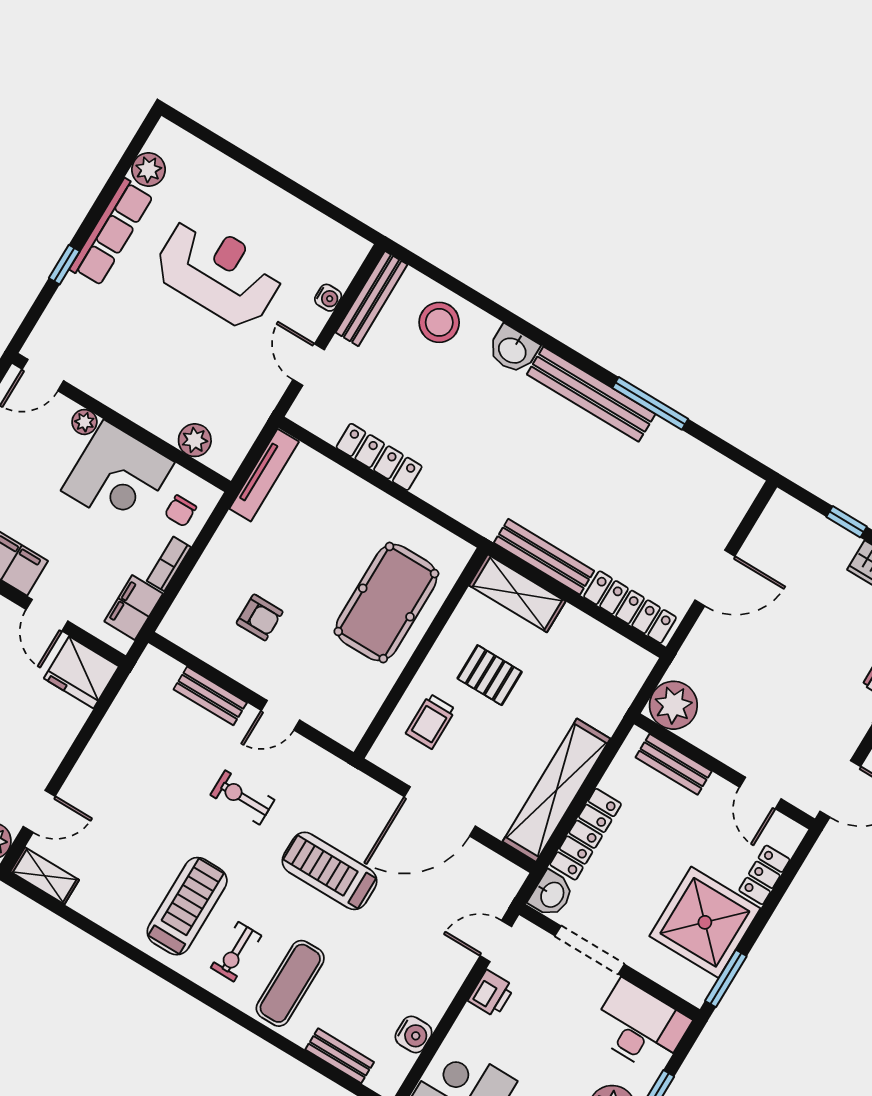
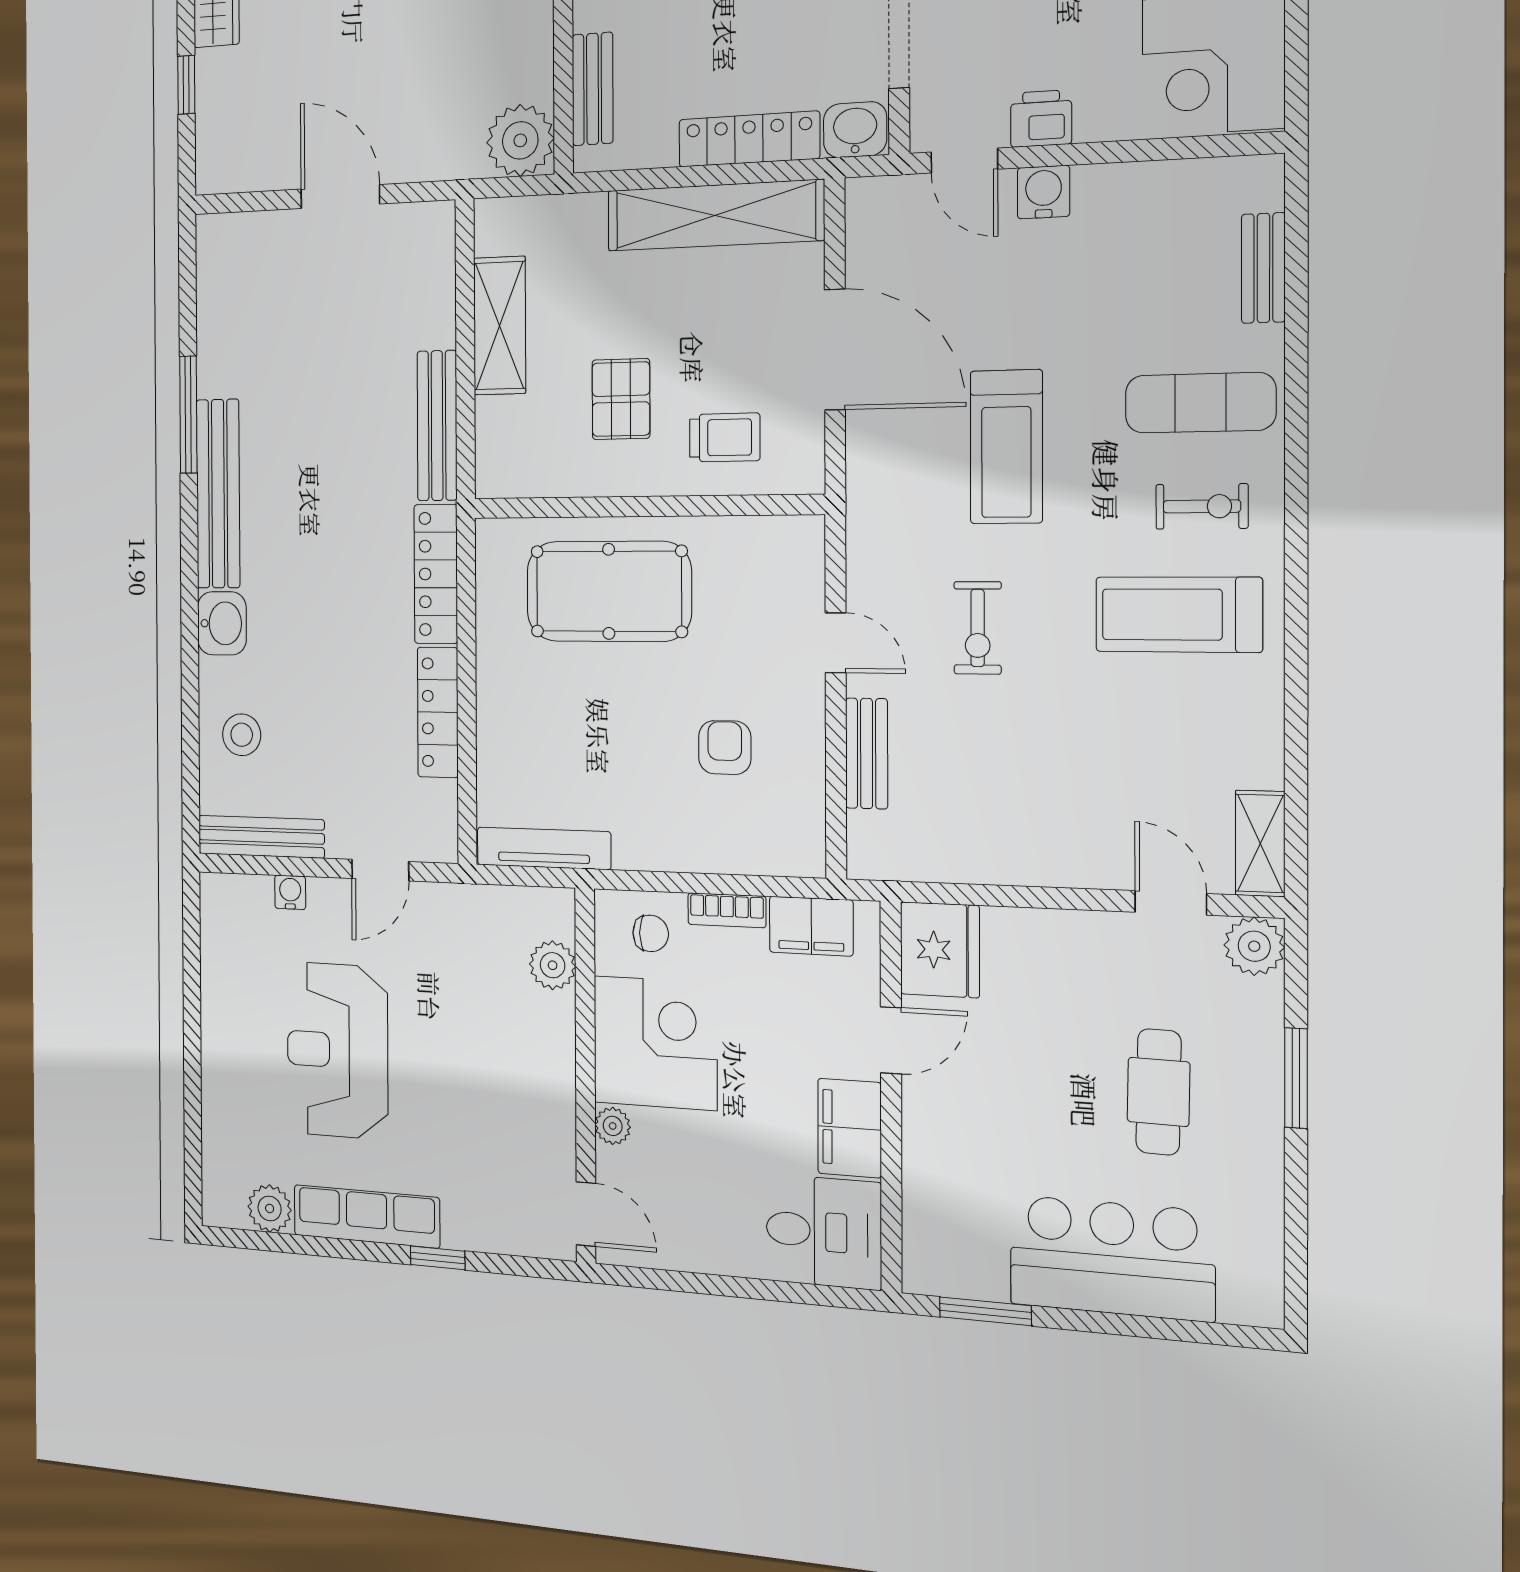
stool: (439, 322) -> (242, 735), width x0.73, depth x0.73
shelving: (517, 593) -> (500, 326), moved
locker: (630, 607) -> (436, 574), moved
water cooler: (414, 1034) -> (1044, 192), moved

